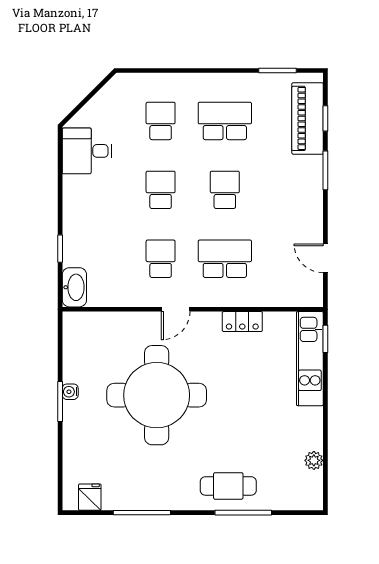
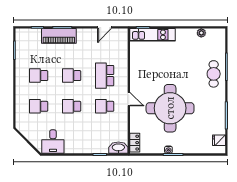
piano: (308, 118) -> (59, 36), moved
school desk: (225, 121) -> (39, 76), width x0.54
locker: (242, 322) -> (135, 143), moved

